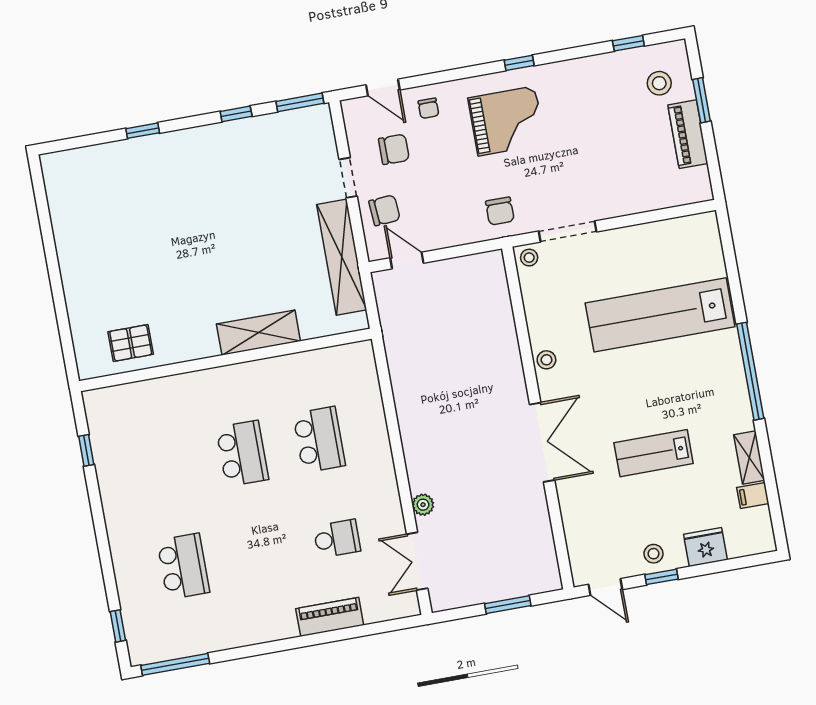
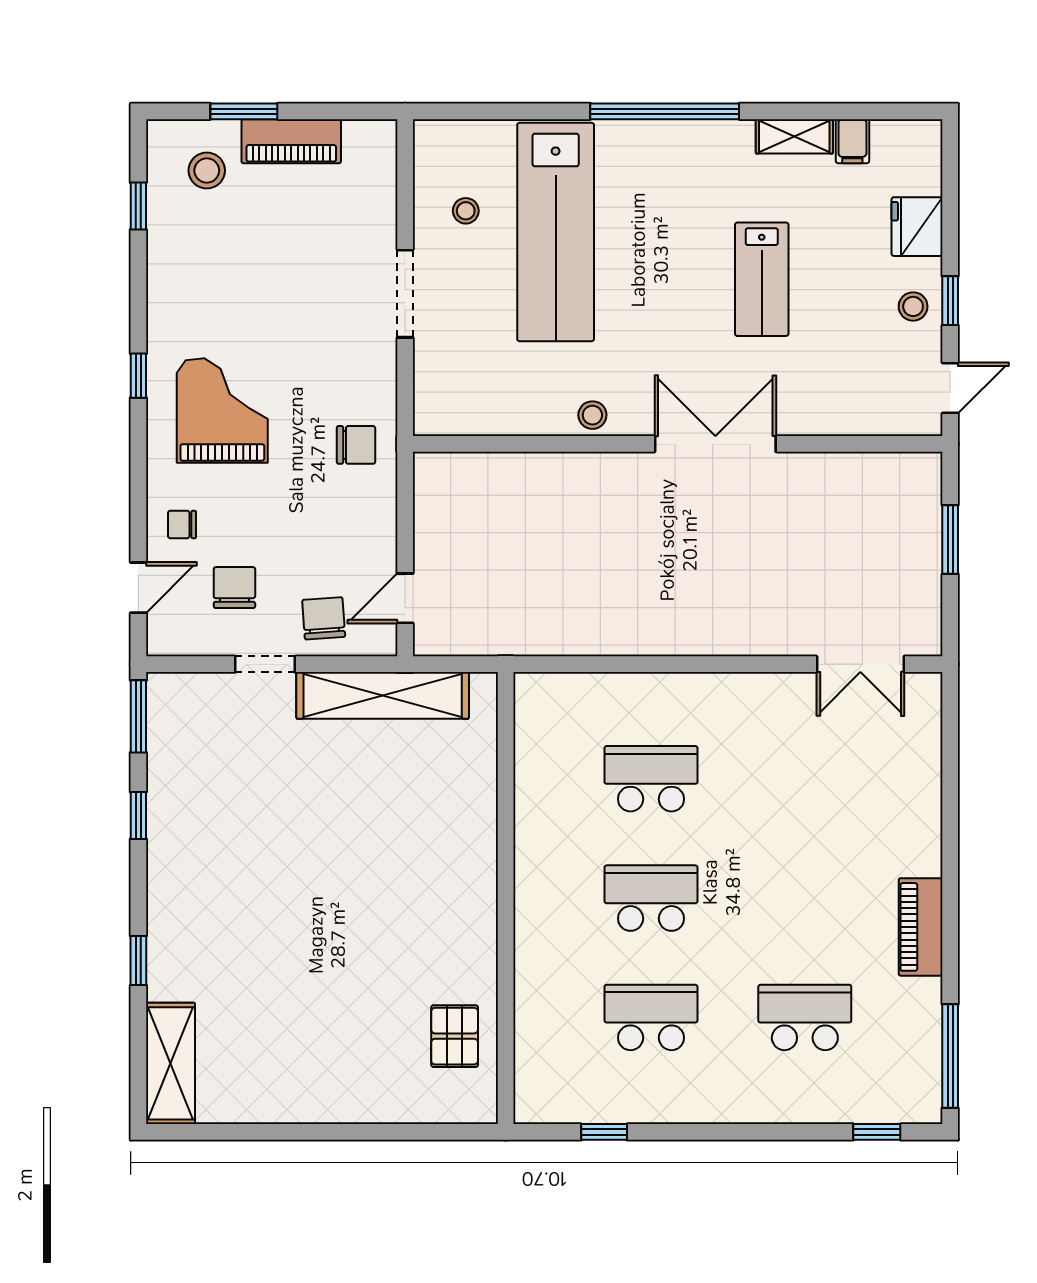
chair: (428, 108) -> (182, 525), turned 180
doorway: (568, 231) -> (405, 294), moved
stool: (529, 258) -> (466, 211), moved
shelving: (258, 333) -> (170, 1063), moved
plant: (423, 505) -> (777, 640), removed
school desk: (337, 539) -> (651, 1017), moved, width x1.85
piano: (330, 617) -> (921, 927), moved

